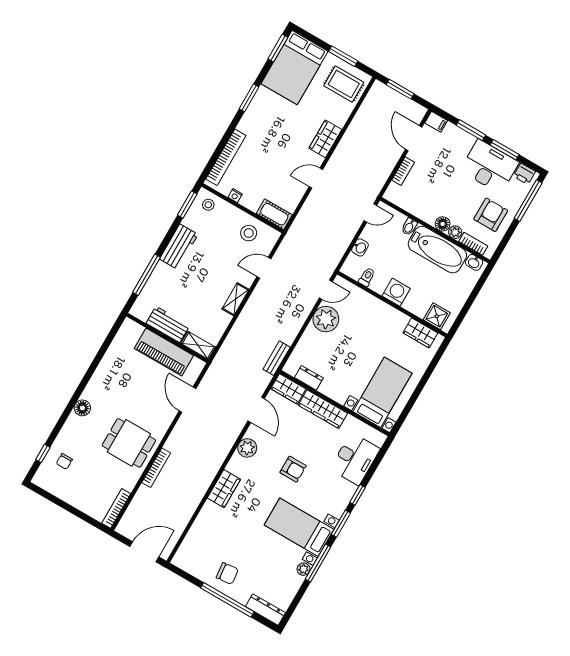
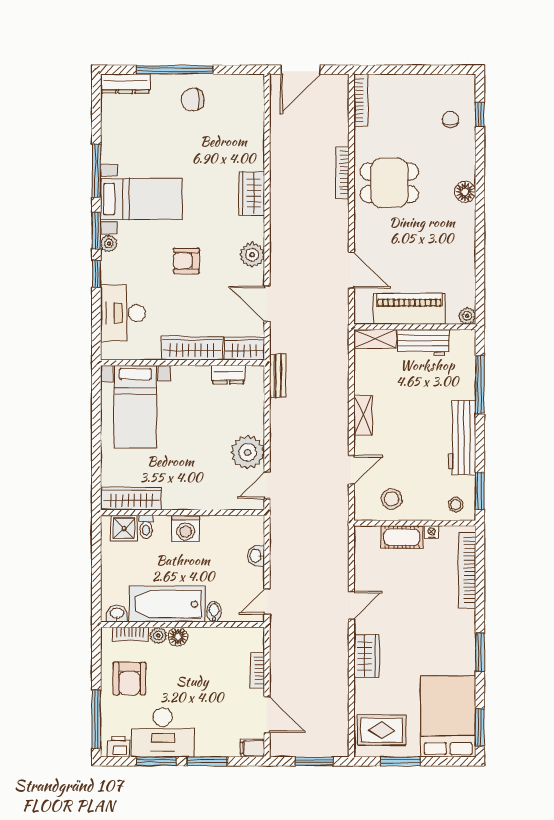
cot: (274, 214) -> (402, 537), moved
workbench: (179, 247) -> (462, 438), width x1.37
toilet: (367, 277) -> (146, 527), moved
plant: (129, 325) -> (467, 316), added
wardrobe: (420, 333) -> (132, 499), width x1.50
plant: (303, 569) -> (109, 244), moved

